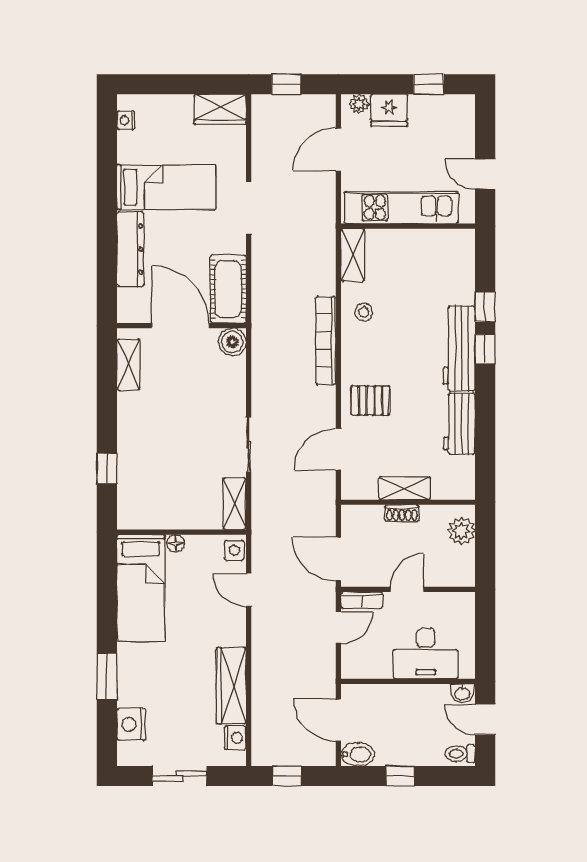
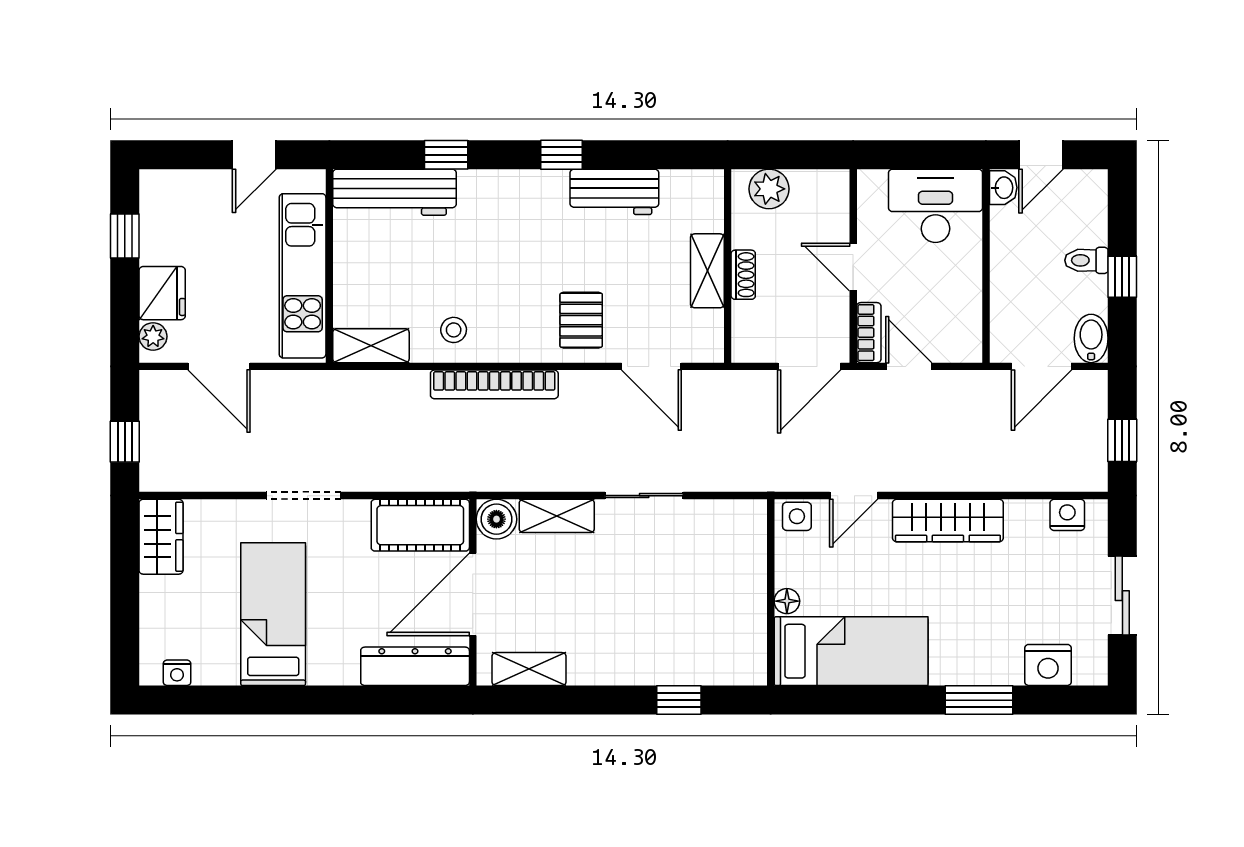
dresser: (130, 249) -> (415, 666), moved
workbench: (459, 348) -> (395, 192), moved
window: (485, 349) -> (562, 155), moved
shelving: (235, 504) -> (557, 516), moved
desk: (426, 653) -> (936, 206), moved, turned -90
wardrobe: (231, 686) -> (948, 520), moved
toilet: (460, 754) -> (1086, 260), moved, turned 90

